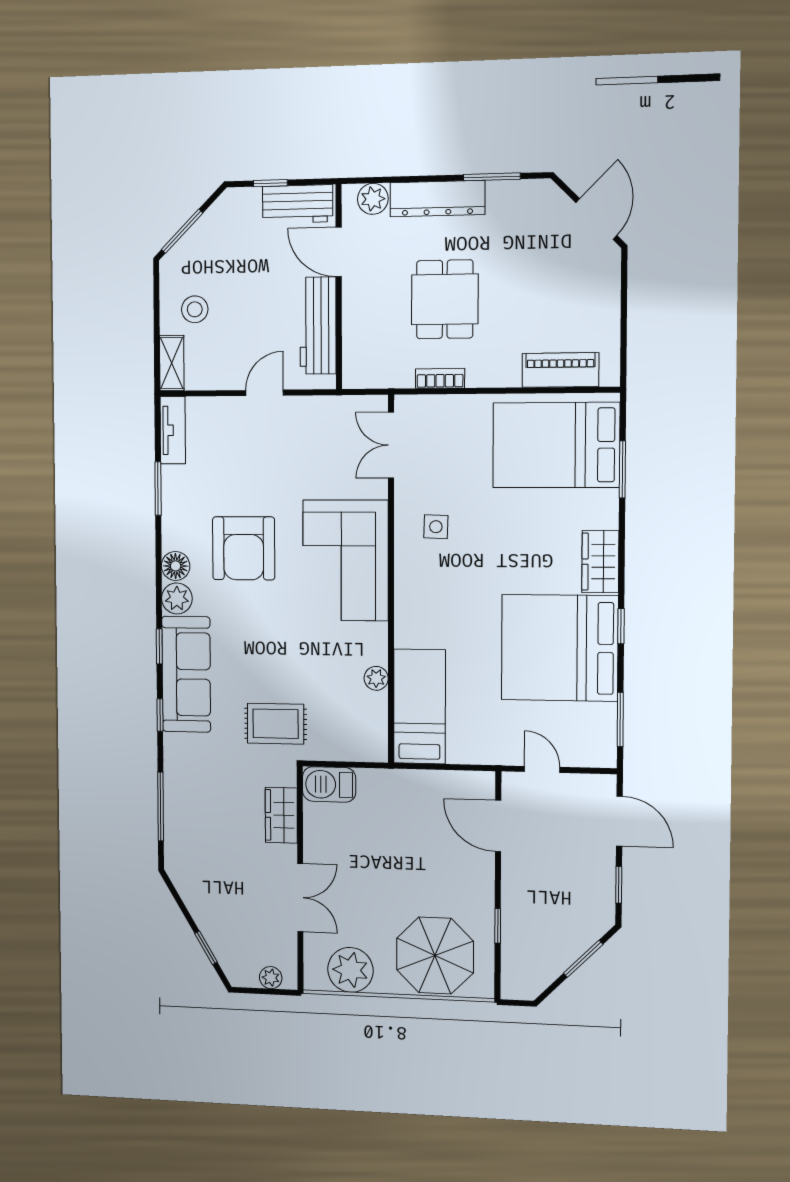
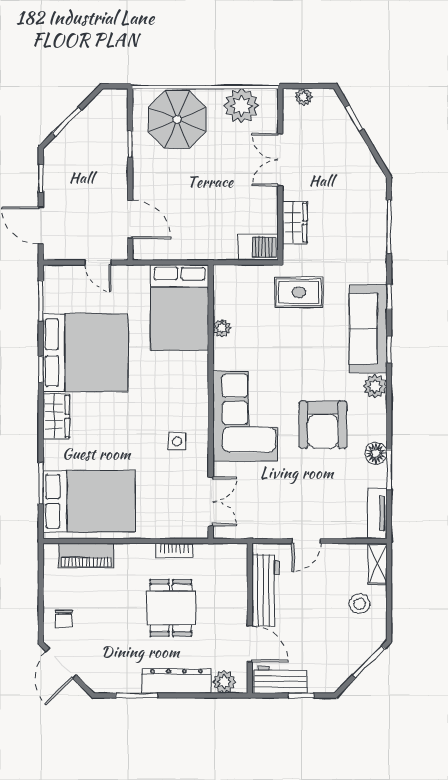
chair: (592, 282) -> (64, 618), added
armchair: (244, 548) -> (323, 425), turned 180
floor lamp: (176, 566) -> (376, 453), moved
bed: (419, 706) -> (180, 307), width x1.50

